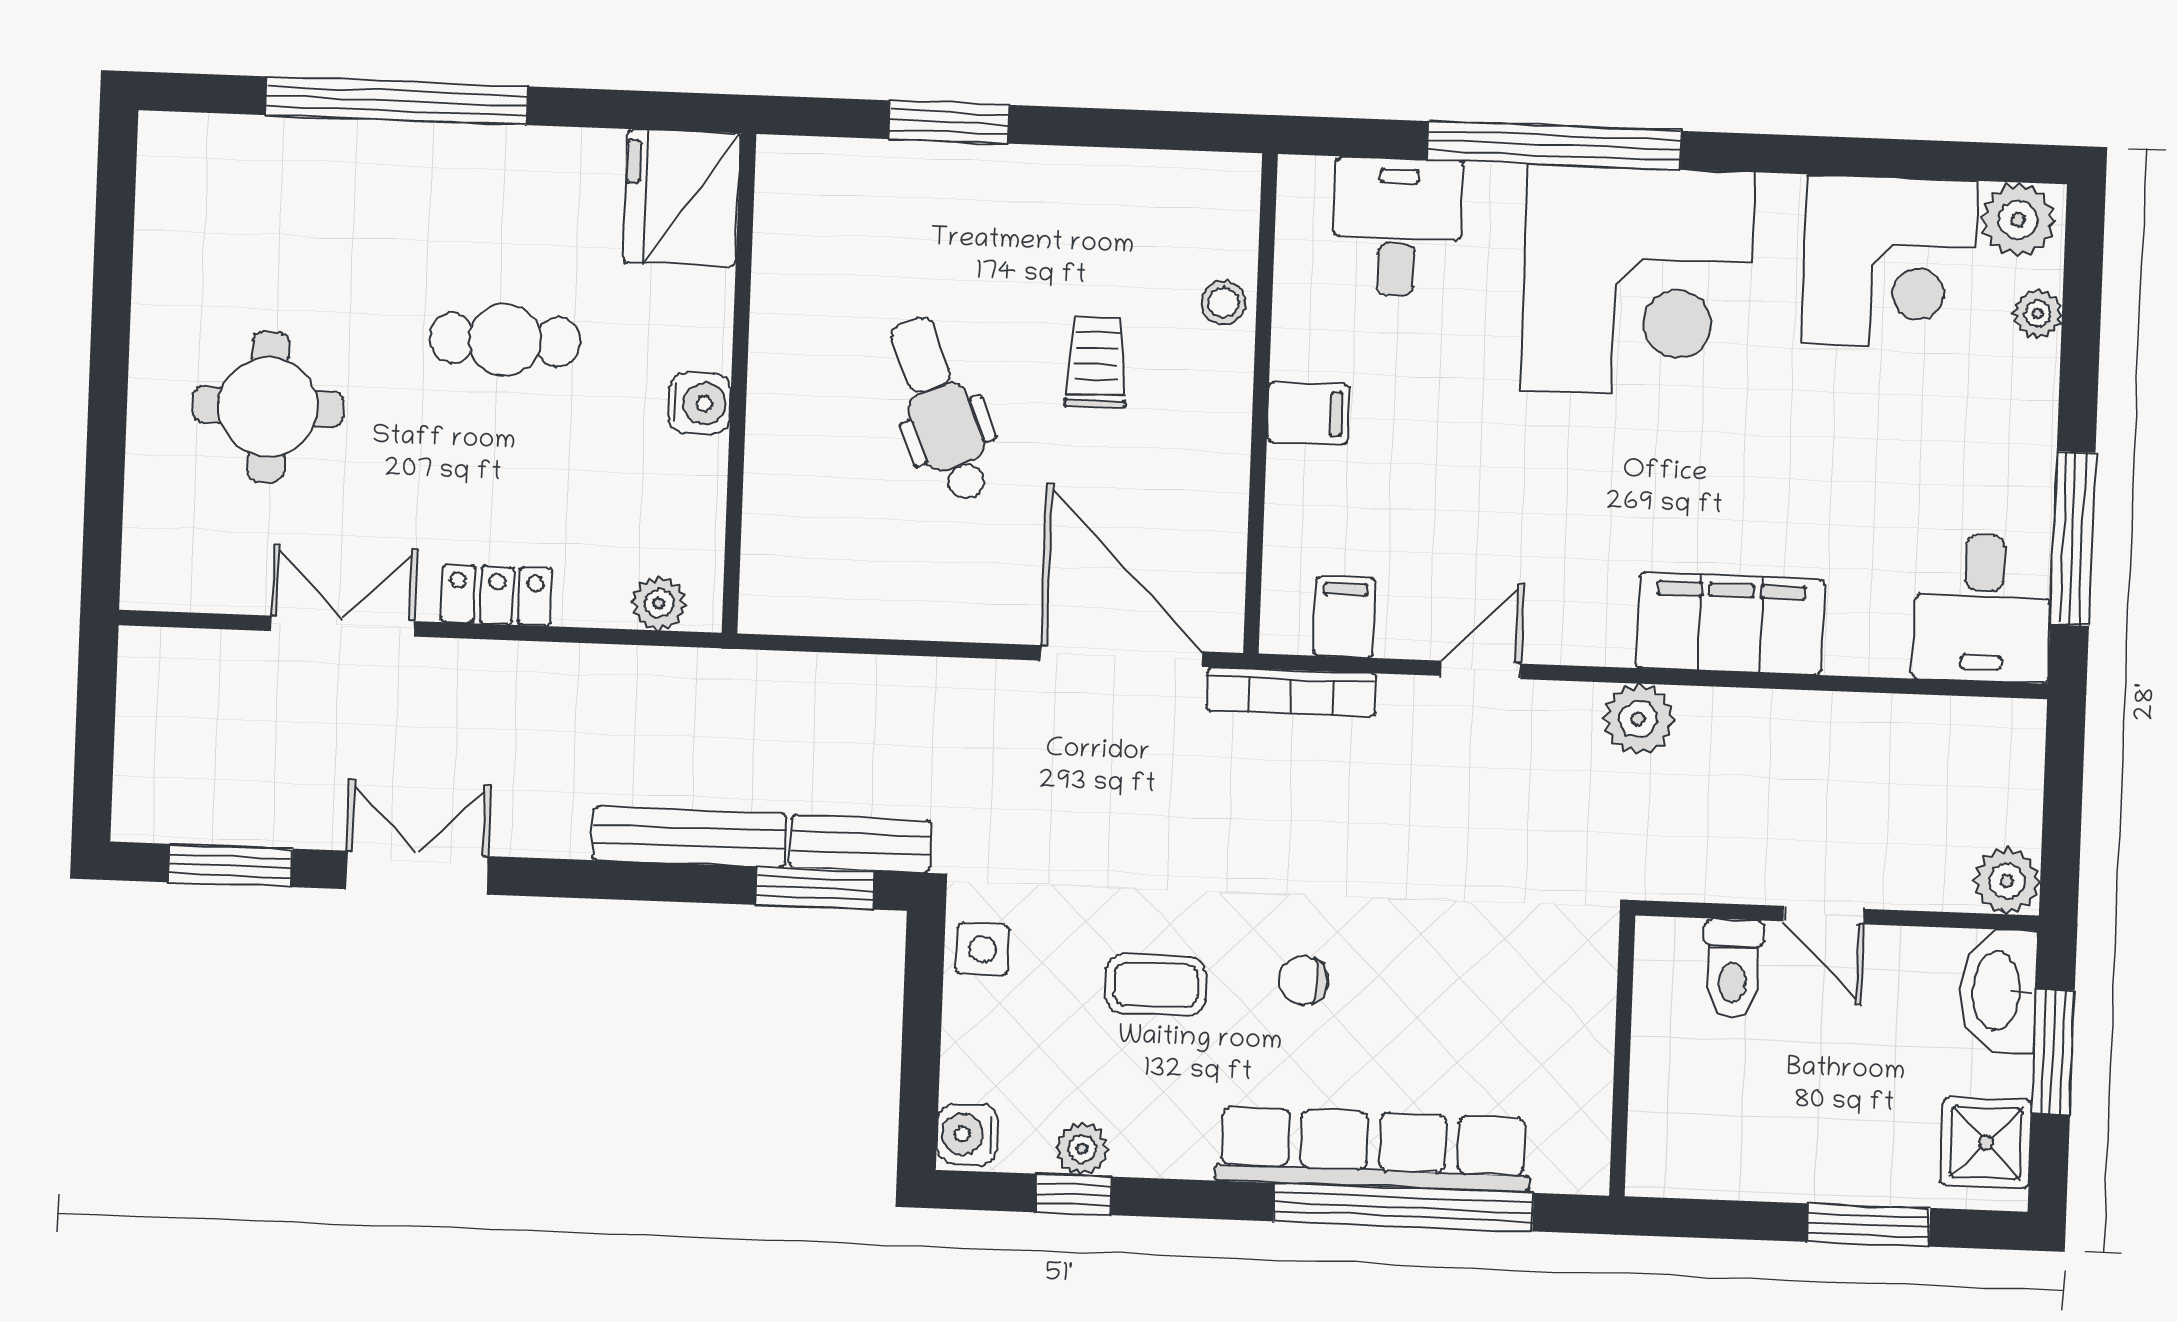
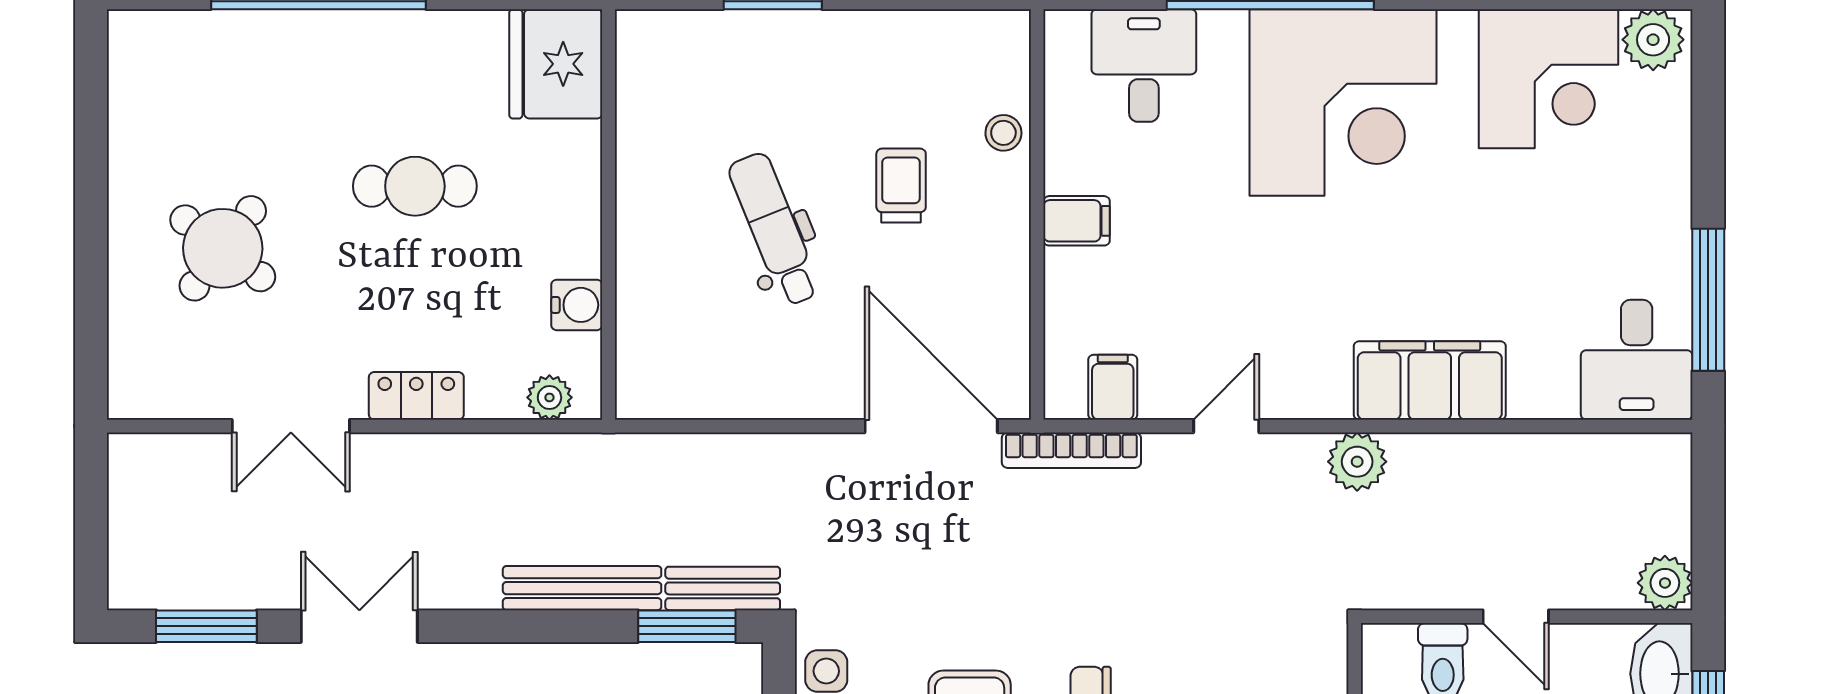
plant: (2038, 314) -> (1672, 116), removed
water cooler: (700, 403) -> (577, 305), moved
round table: (268, 407) -> (223, 248), turned 37
double door: (343, 626) -> (291, 426), swing flipped

